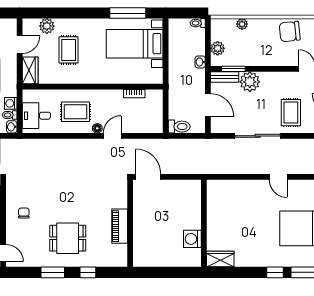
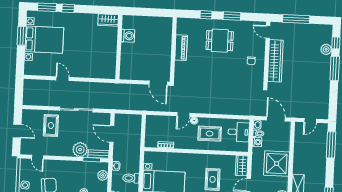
toilet: (179, 127) -> (131, 178), moved

